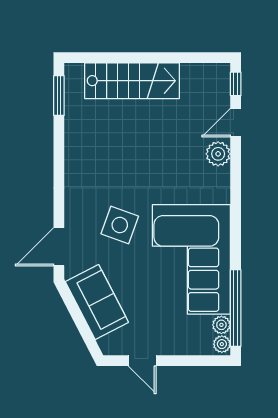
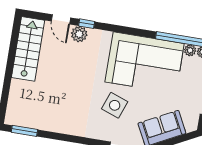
stairs: (132, 81) -> (28, 49), moved
window: (236, 84) -> (87, 24), moved

